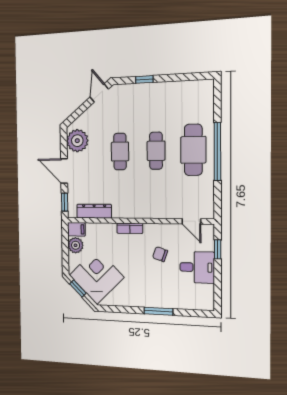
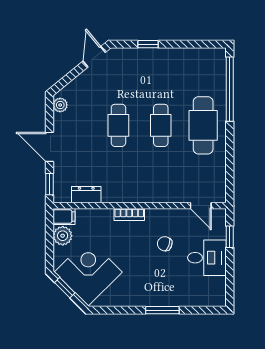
plant: (77, 141) -> (60, 105), width x0.53, depth x0.53
window: (217, 151) -> (230, 89), moved
dresser: (94, 211) -> (86, 195), width x0.70

